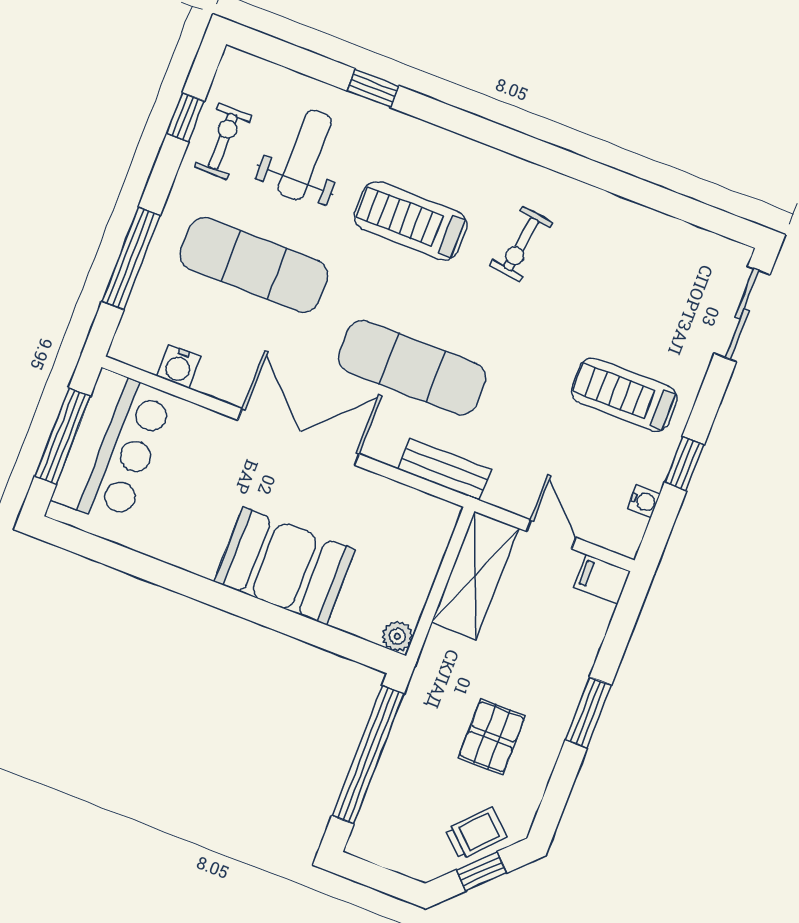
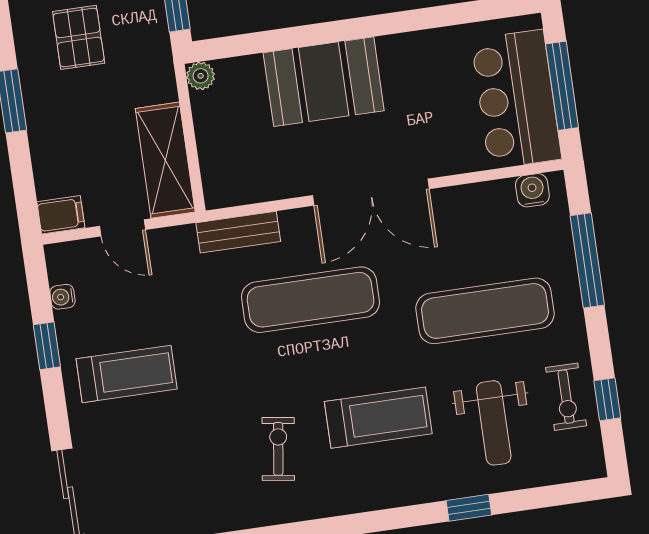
water cooler: (179, 366) -> (532, 190), moved

